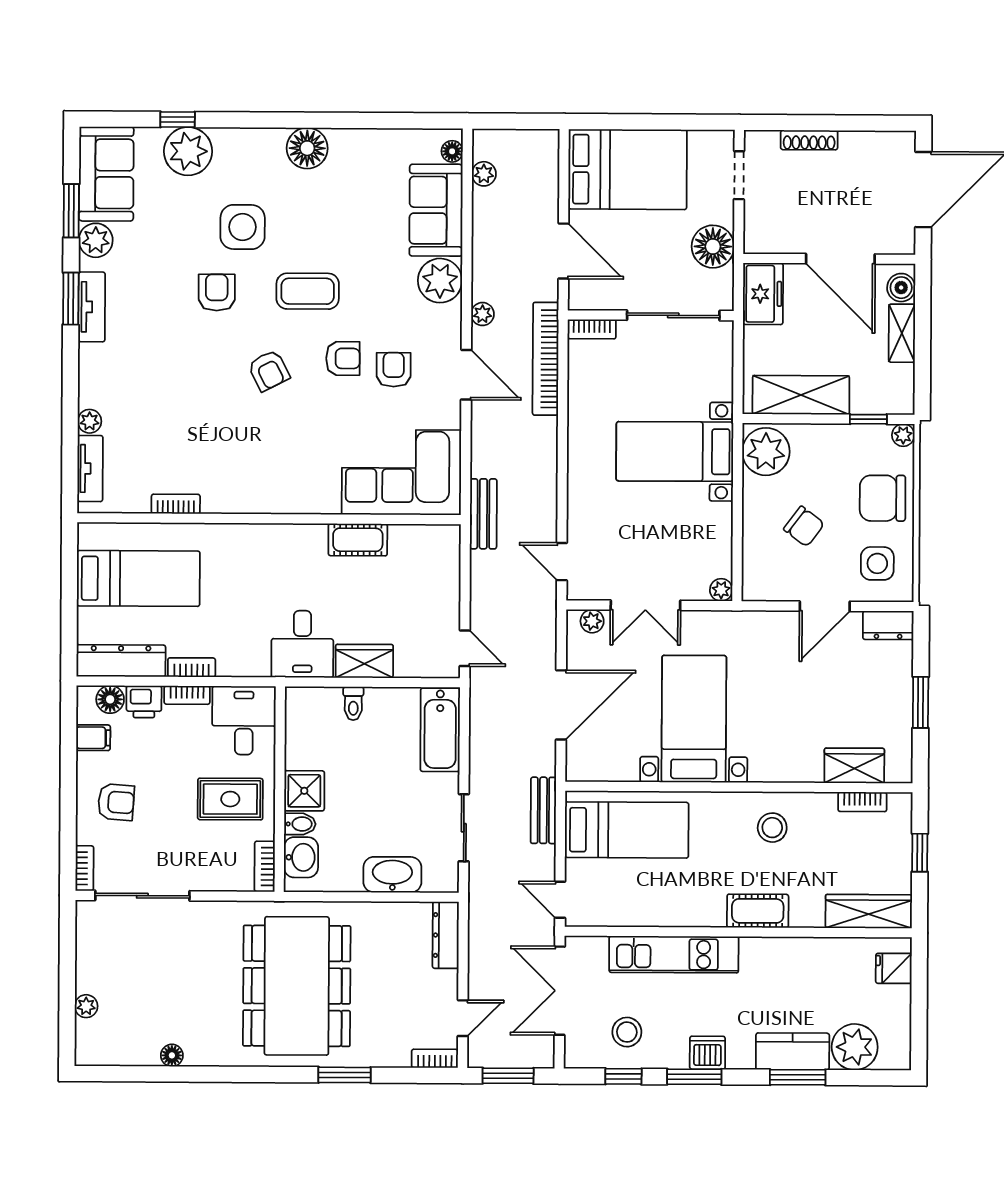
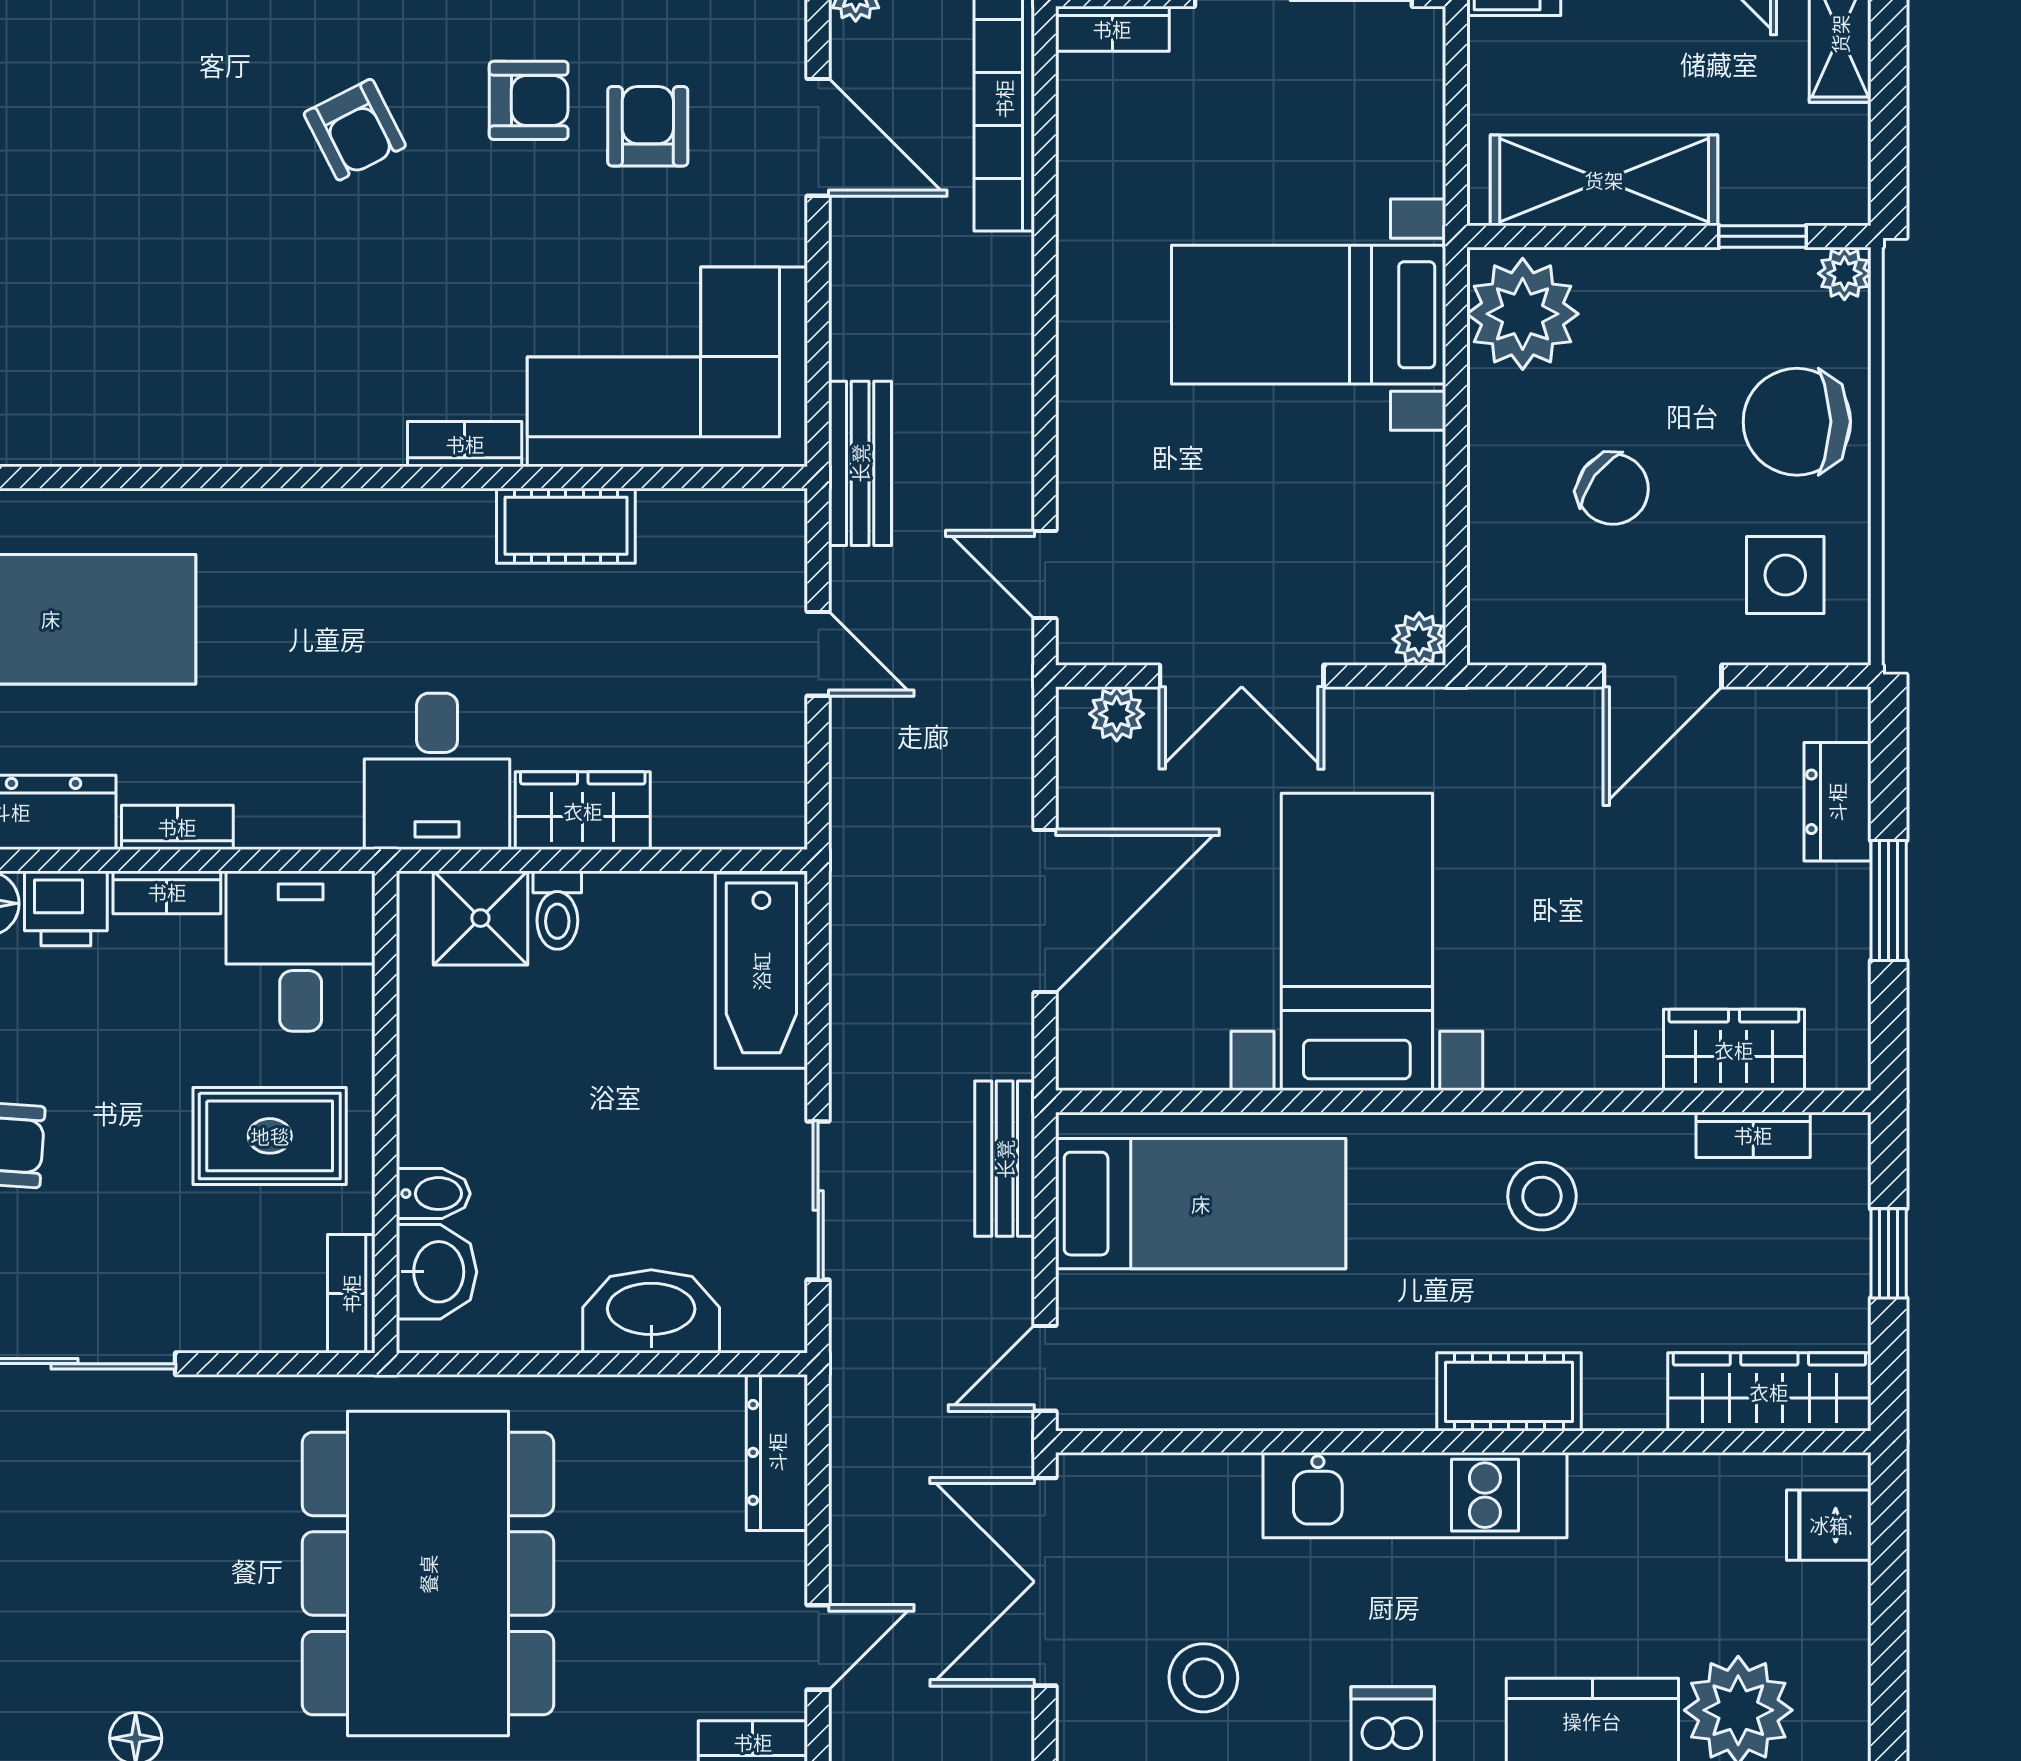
bookcase: (176, 504) -> (465, 444), moved
dresser: (888, 625) -> (1837, 802), moved, turned 90
door: (465, 648) -> (818, 654), moved
shower: (304, 791) -> (480, 918), moved
door: (560, 900) -> (1045, 1368), hinge flipped
kitchen unit: (674, 954) -> (1415, 1495), moved

